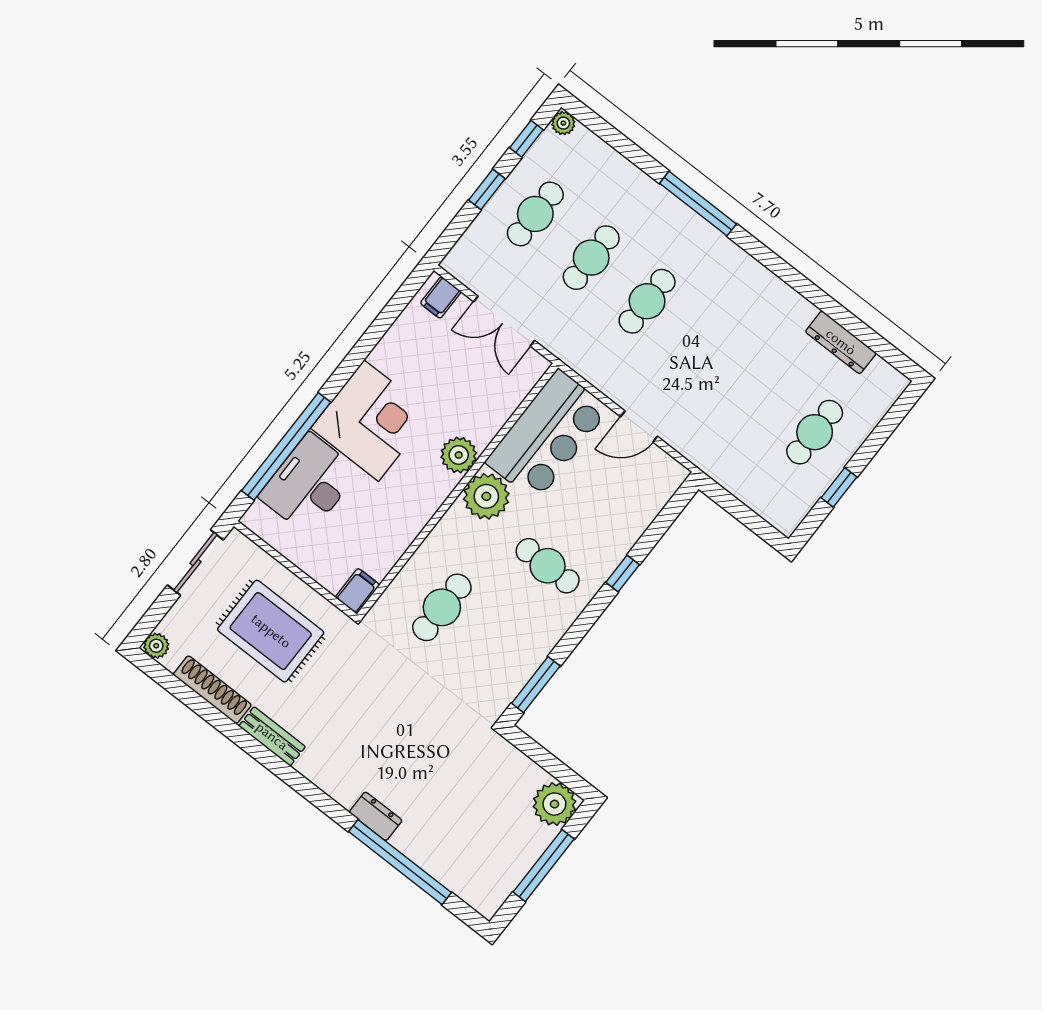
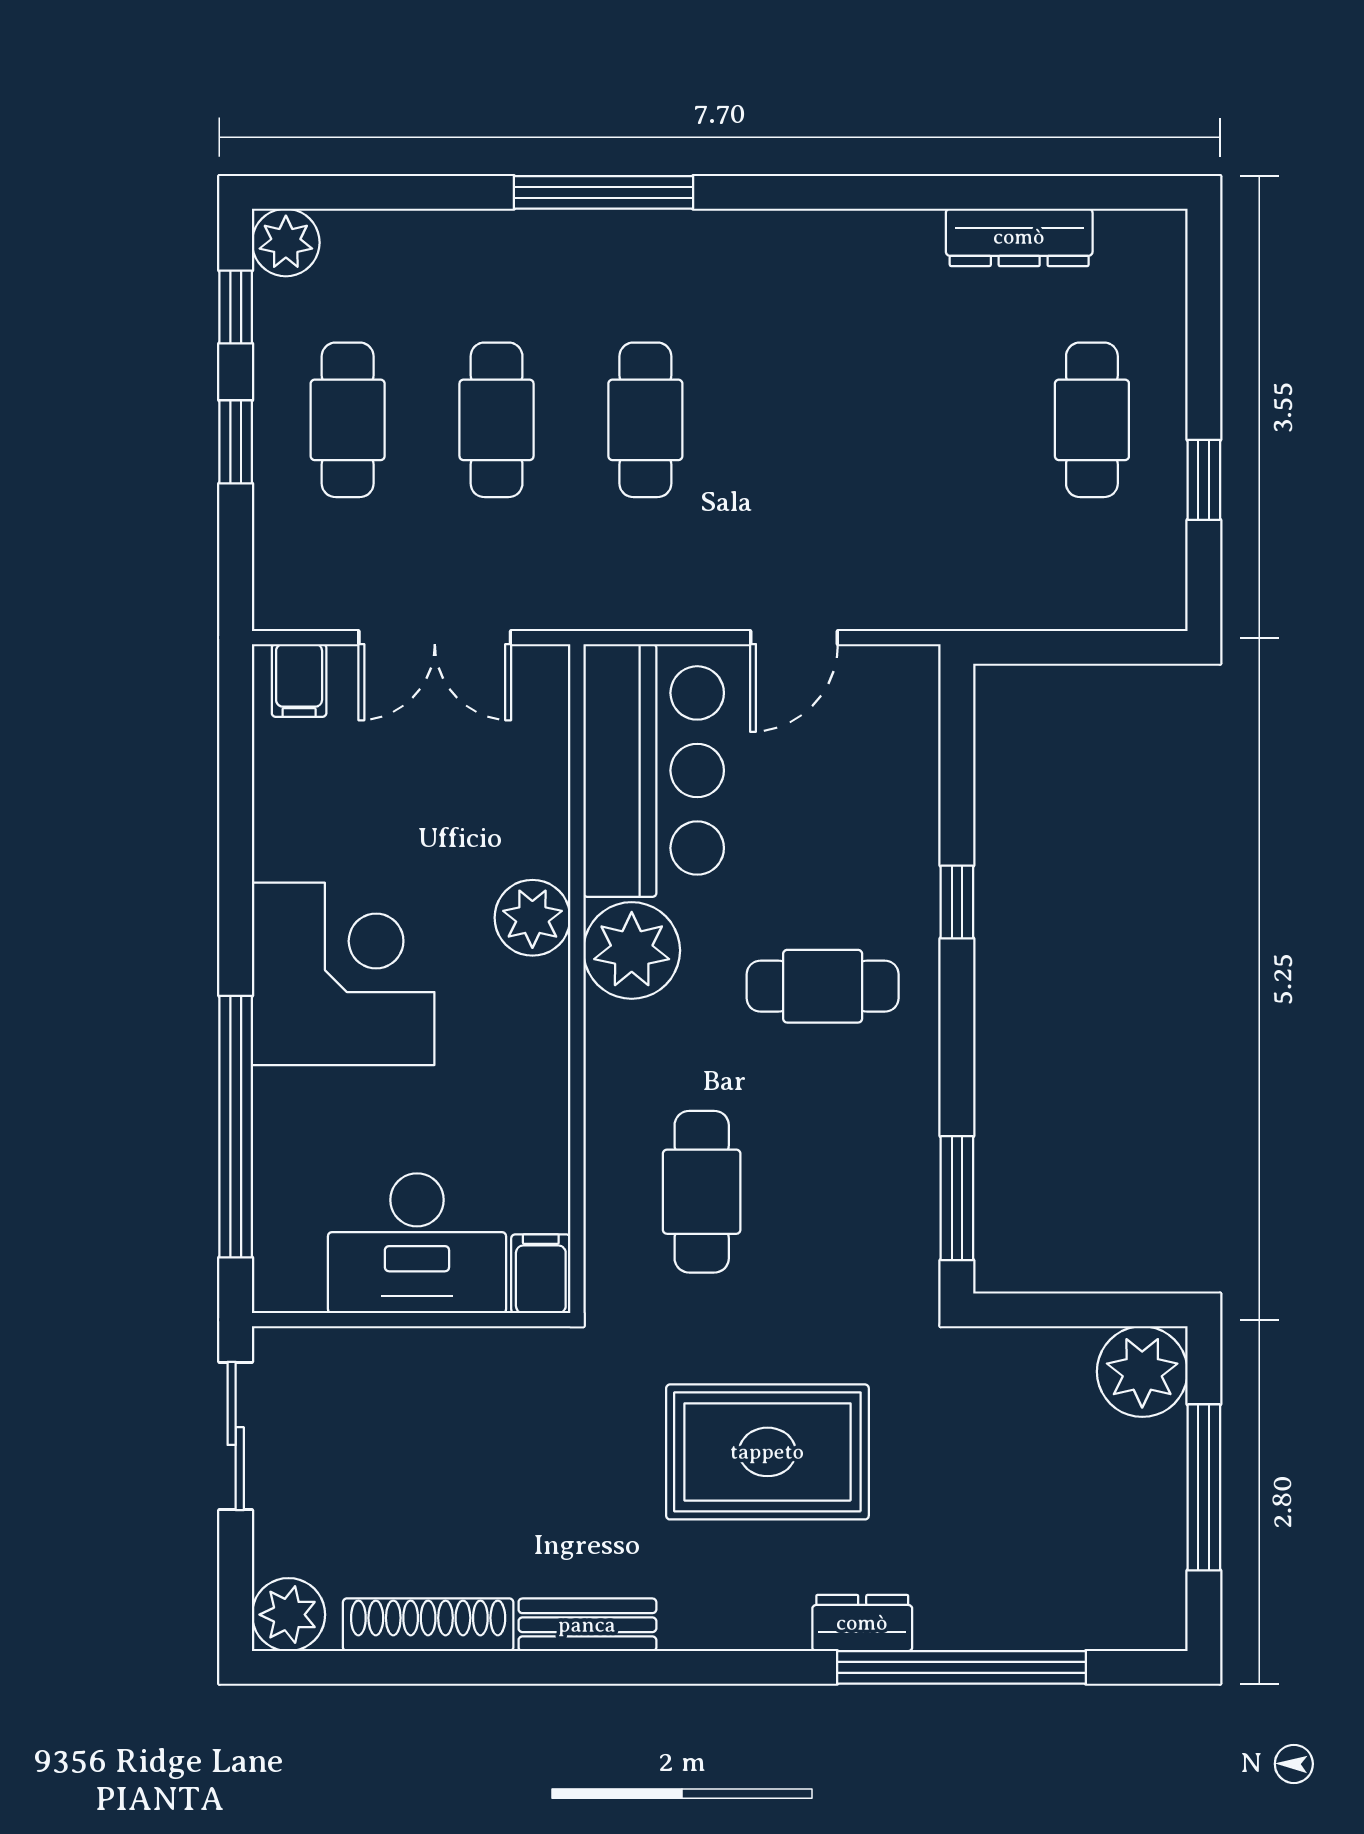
plant: (563, 123) -> (286, 243), width x1.38, depth x1.38
desk: (309, 484) -> (417, 1243), moved, turned -90
rug: (271, 631) -> (767, 1452), moved
plant: (156, 646) -> (289, 1615), width x1.38, depth x1.38

